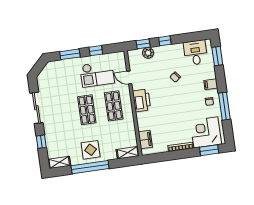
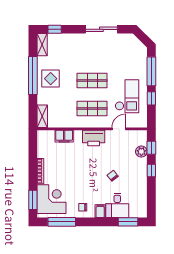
desk: (196, 53) -> (117, 205), moved, turned 90
window: (70, 54) -> (151, 71), width x1.44
checkout: (97, 74) -> (127, 96), turned 180
window: (224, 106) -> (62, 222), moved
filing cabinet: (145, 140) -> (64, 136), moved
window: (41, 142) -> (55, 29), moved

